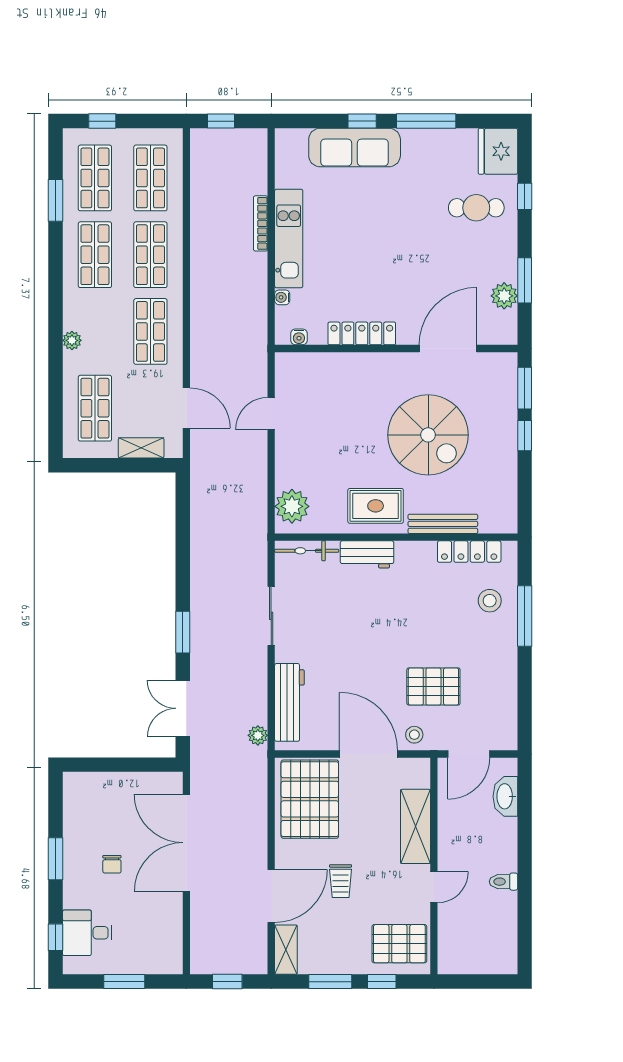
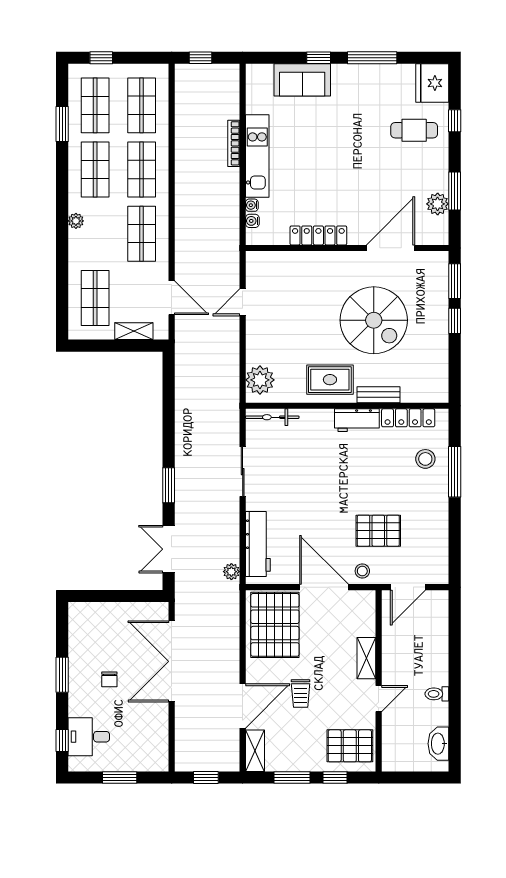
sofa: (355, 148) -> (302, 80), width x0.73
water cooler: (299, 337) -> (252, 221), moved, turned 90
plant: (72, 340) -> (76, 221), moved
bench: (443, 524) -> (378, 395), width x0.73
workbench: (367, 554) -> (357, 420), moved
washbasin: (505, 796) -> (438, 744), moved
shelving: (415, 826) -> (366, 658), width x0.67, depth x0.75

